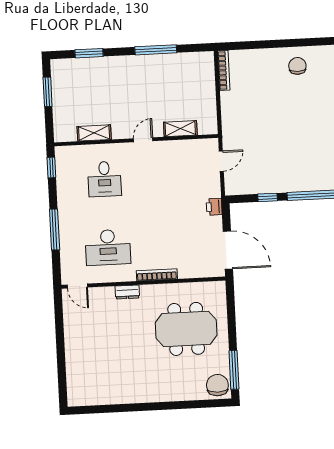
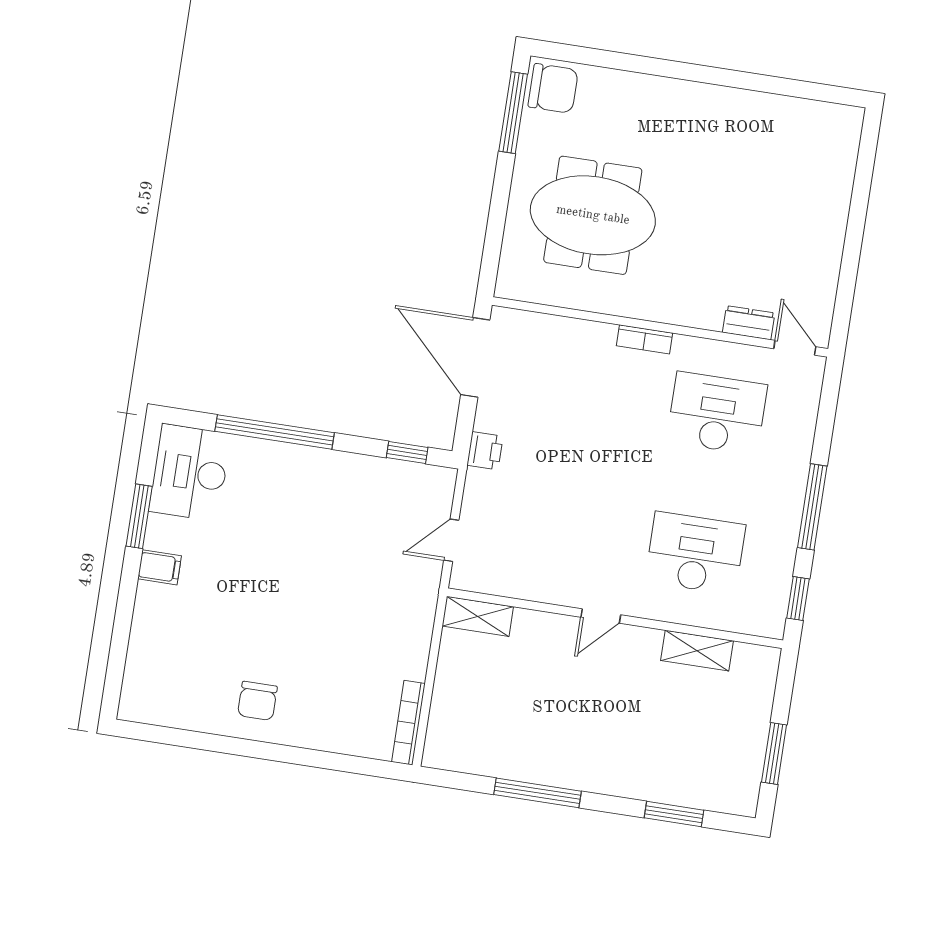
shelving: (180, 129) -> (478, 616), moved
desk: (104, 179) -> (695, 553), width x1.37
window: (268, 197) -> (407, 453), moved
window: (55, 230) -> (812, 507), moved
bookcase: (157, 275) -> (644, 339), width x0.64
dresser: (127, 292) -> (749, 323), moved
chair: (217, 385) -> (553, 88), turned -90

